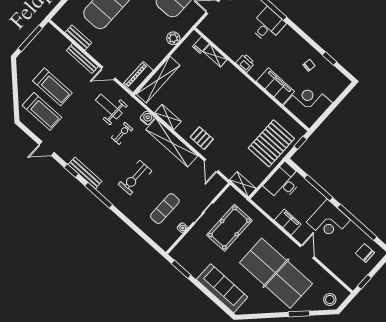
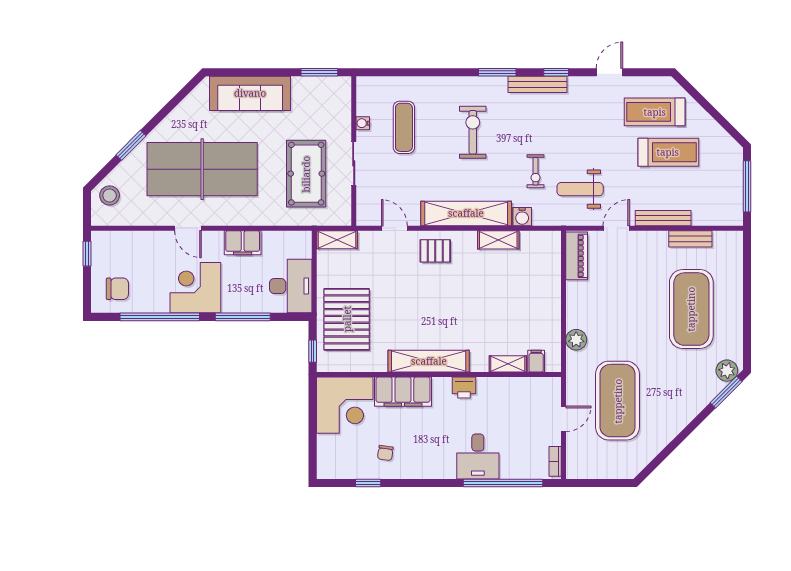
shelving: (158, 80) -> (429, 361), moved, turned 90
treadmill: (53, 87) -> (668, 152), turned 180
weight bench: (109, 107) -> (580, 189), turned 180
window: (99, 195) -> (497, 72), width x0.69

